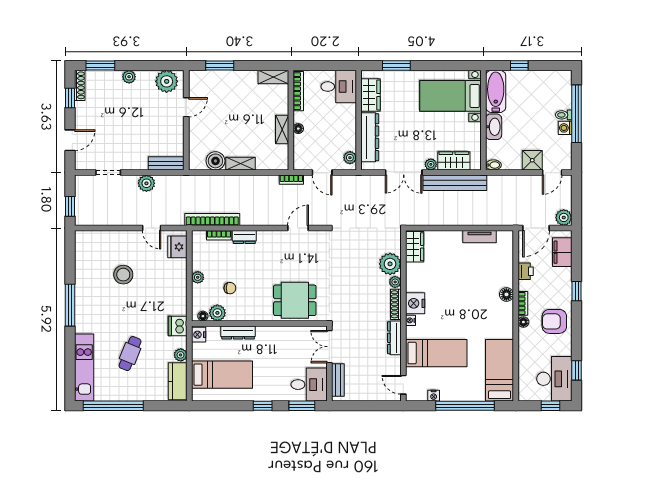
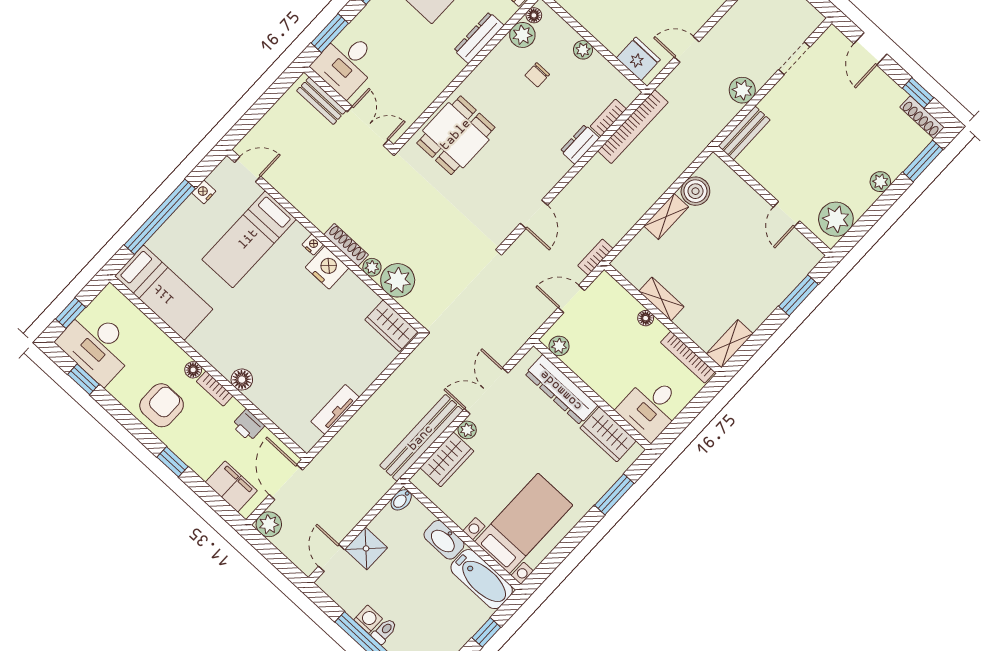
dresser: (394, 338) -> (310, 208), removed

